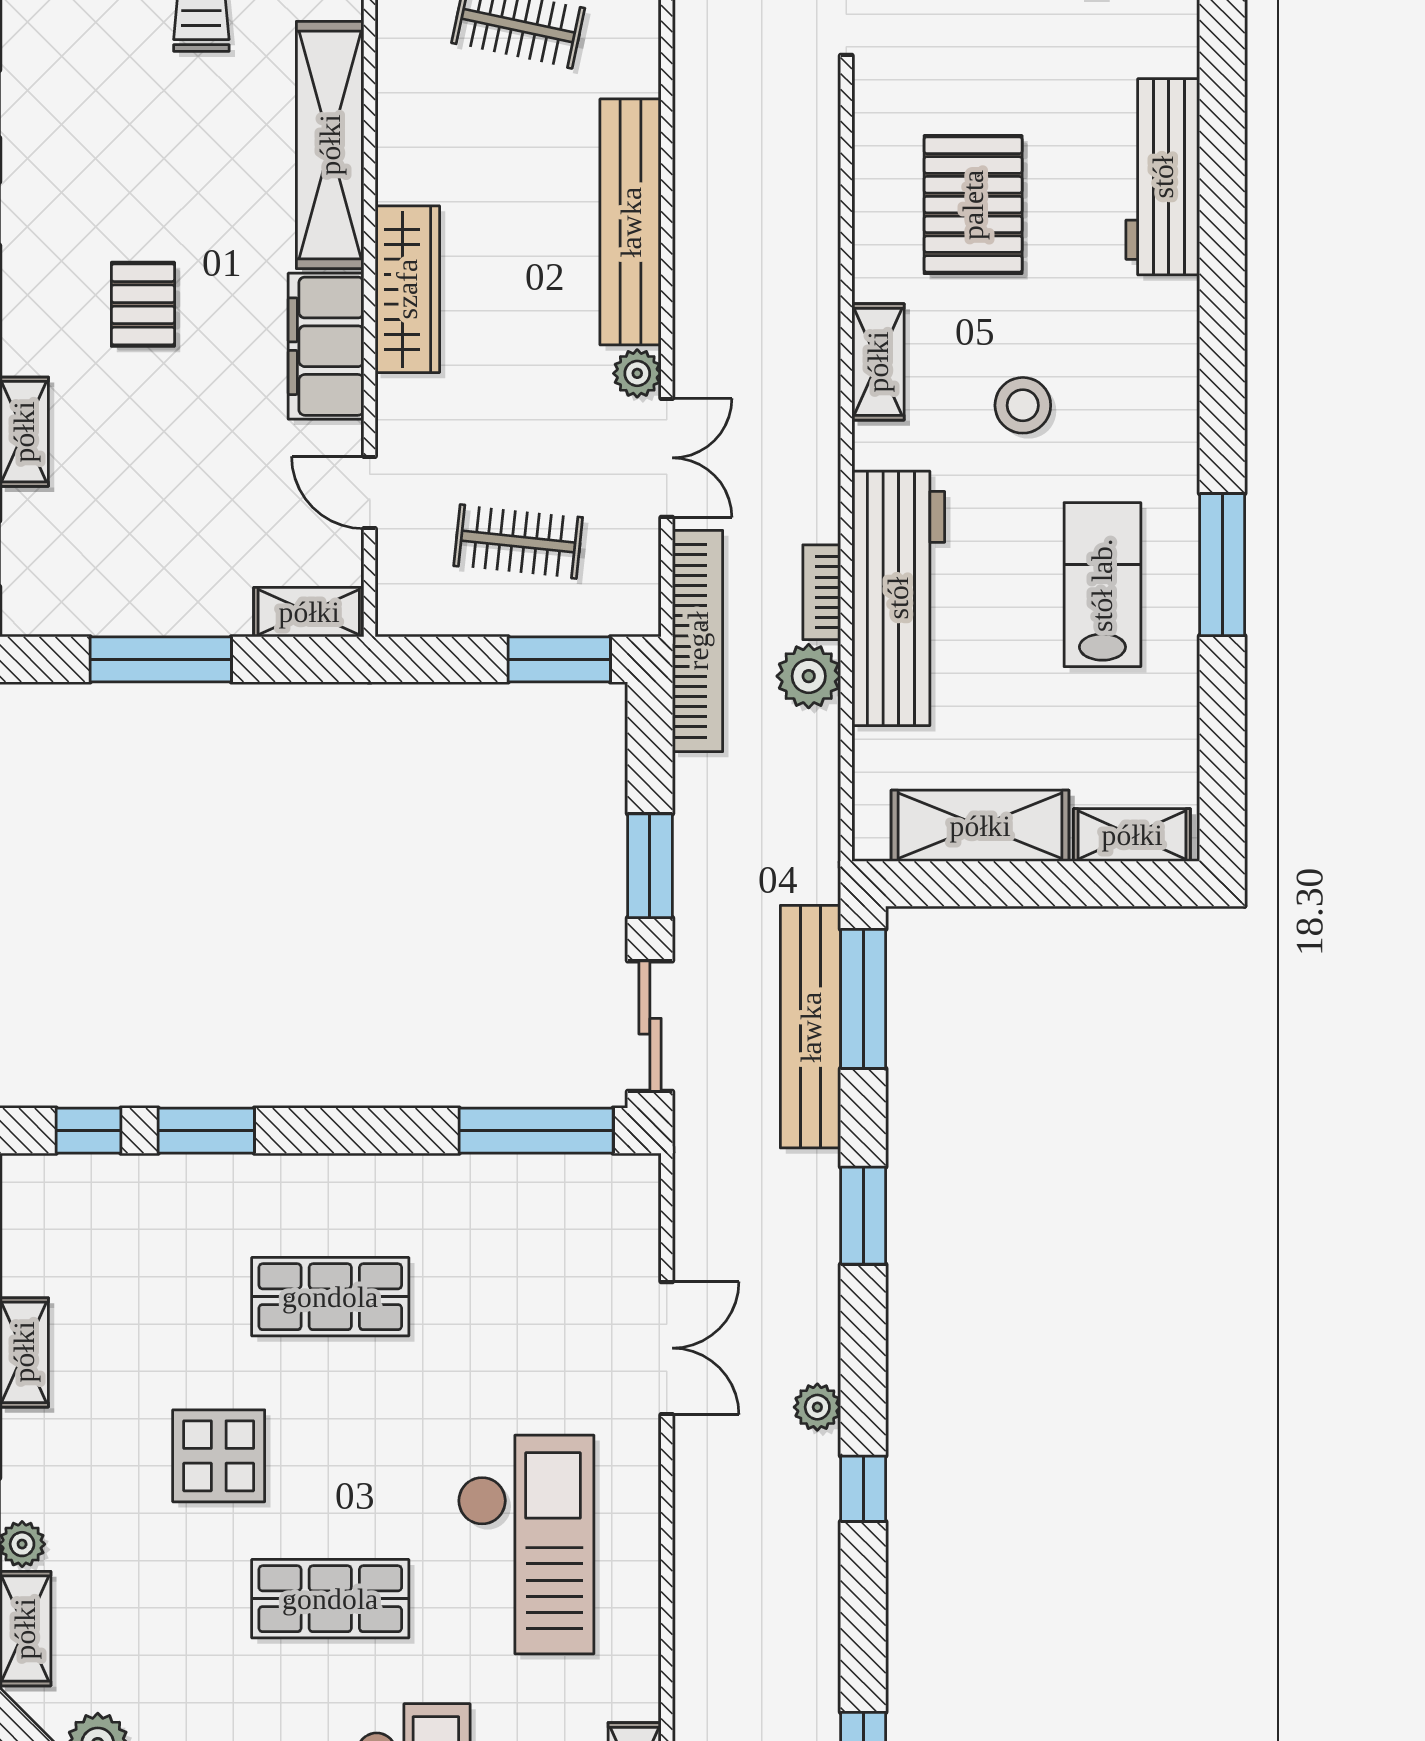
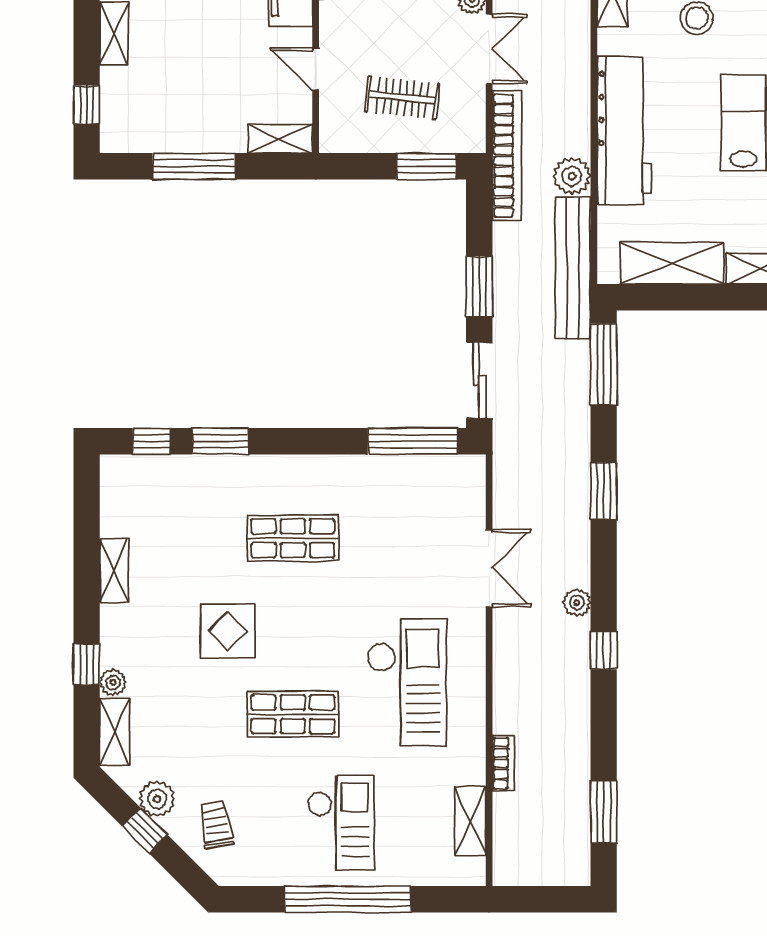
bookcase: (822, 592) -> (503, 763), moved, turned 180
bench: (811, 1027) -> (573, 268), moved

